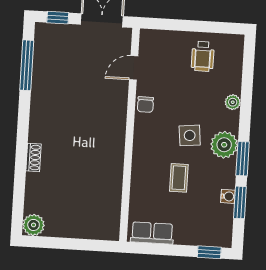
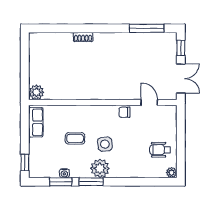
plant: (233, 102) -> (172, 173), moved
plant: (34, 225) -> (36, 92), moved

